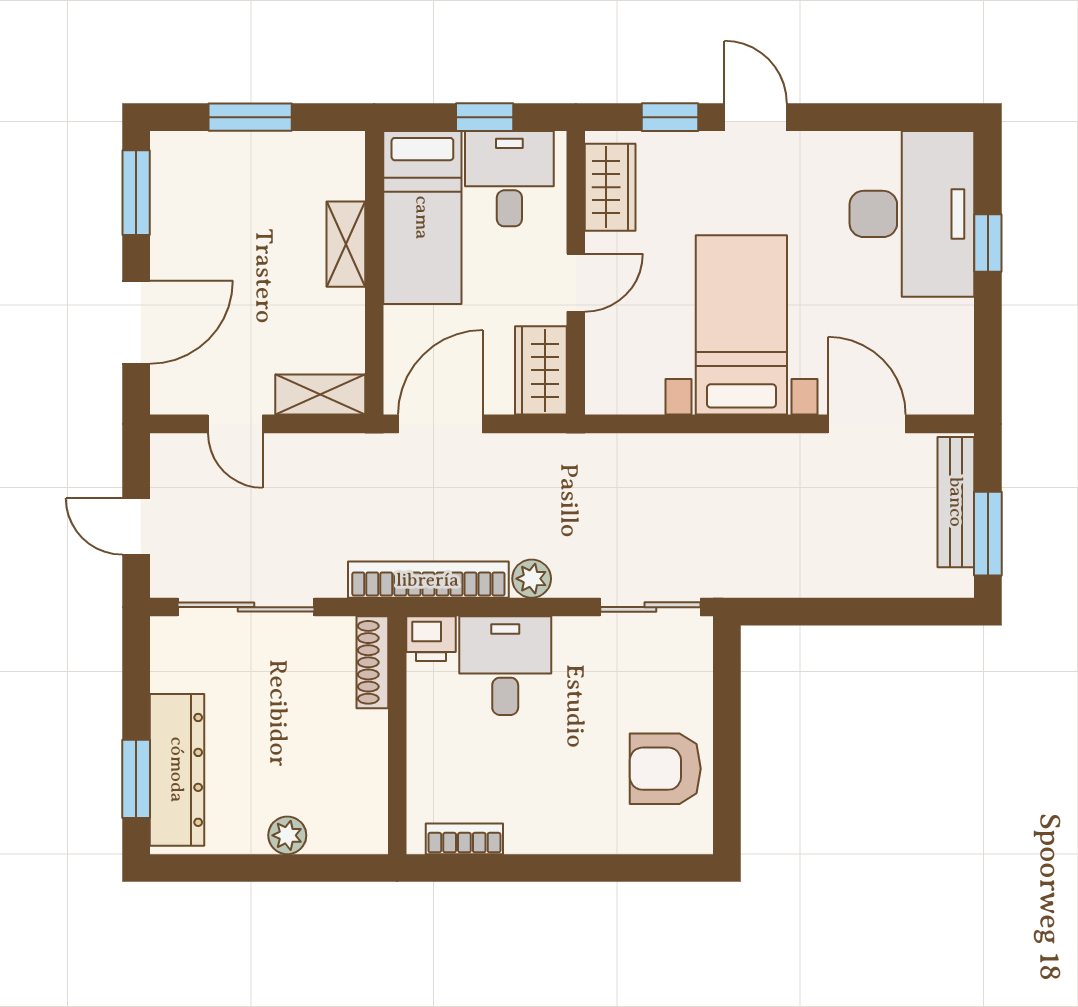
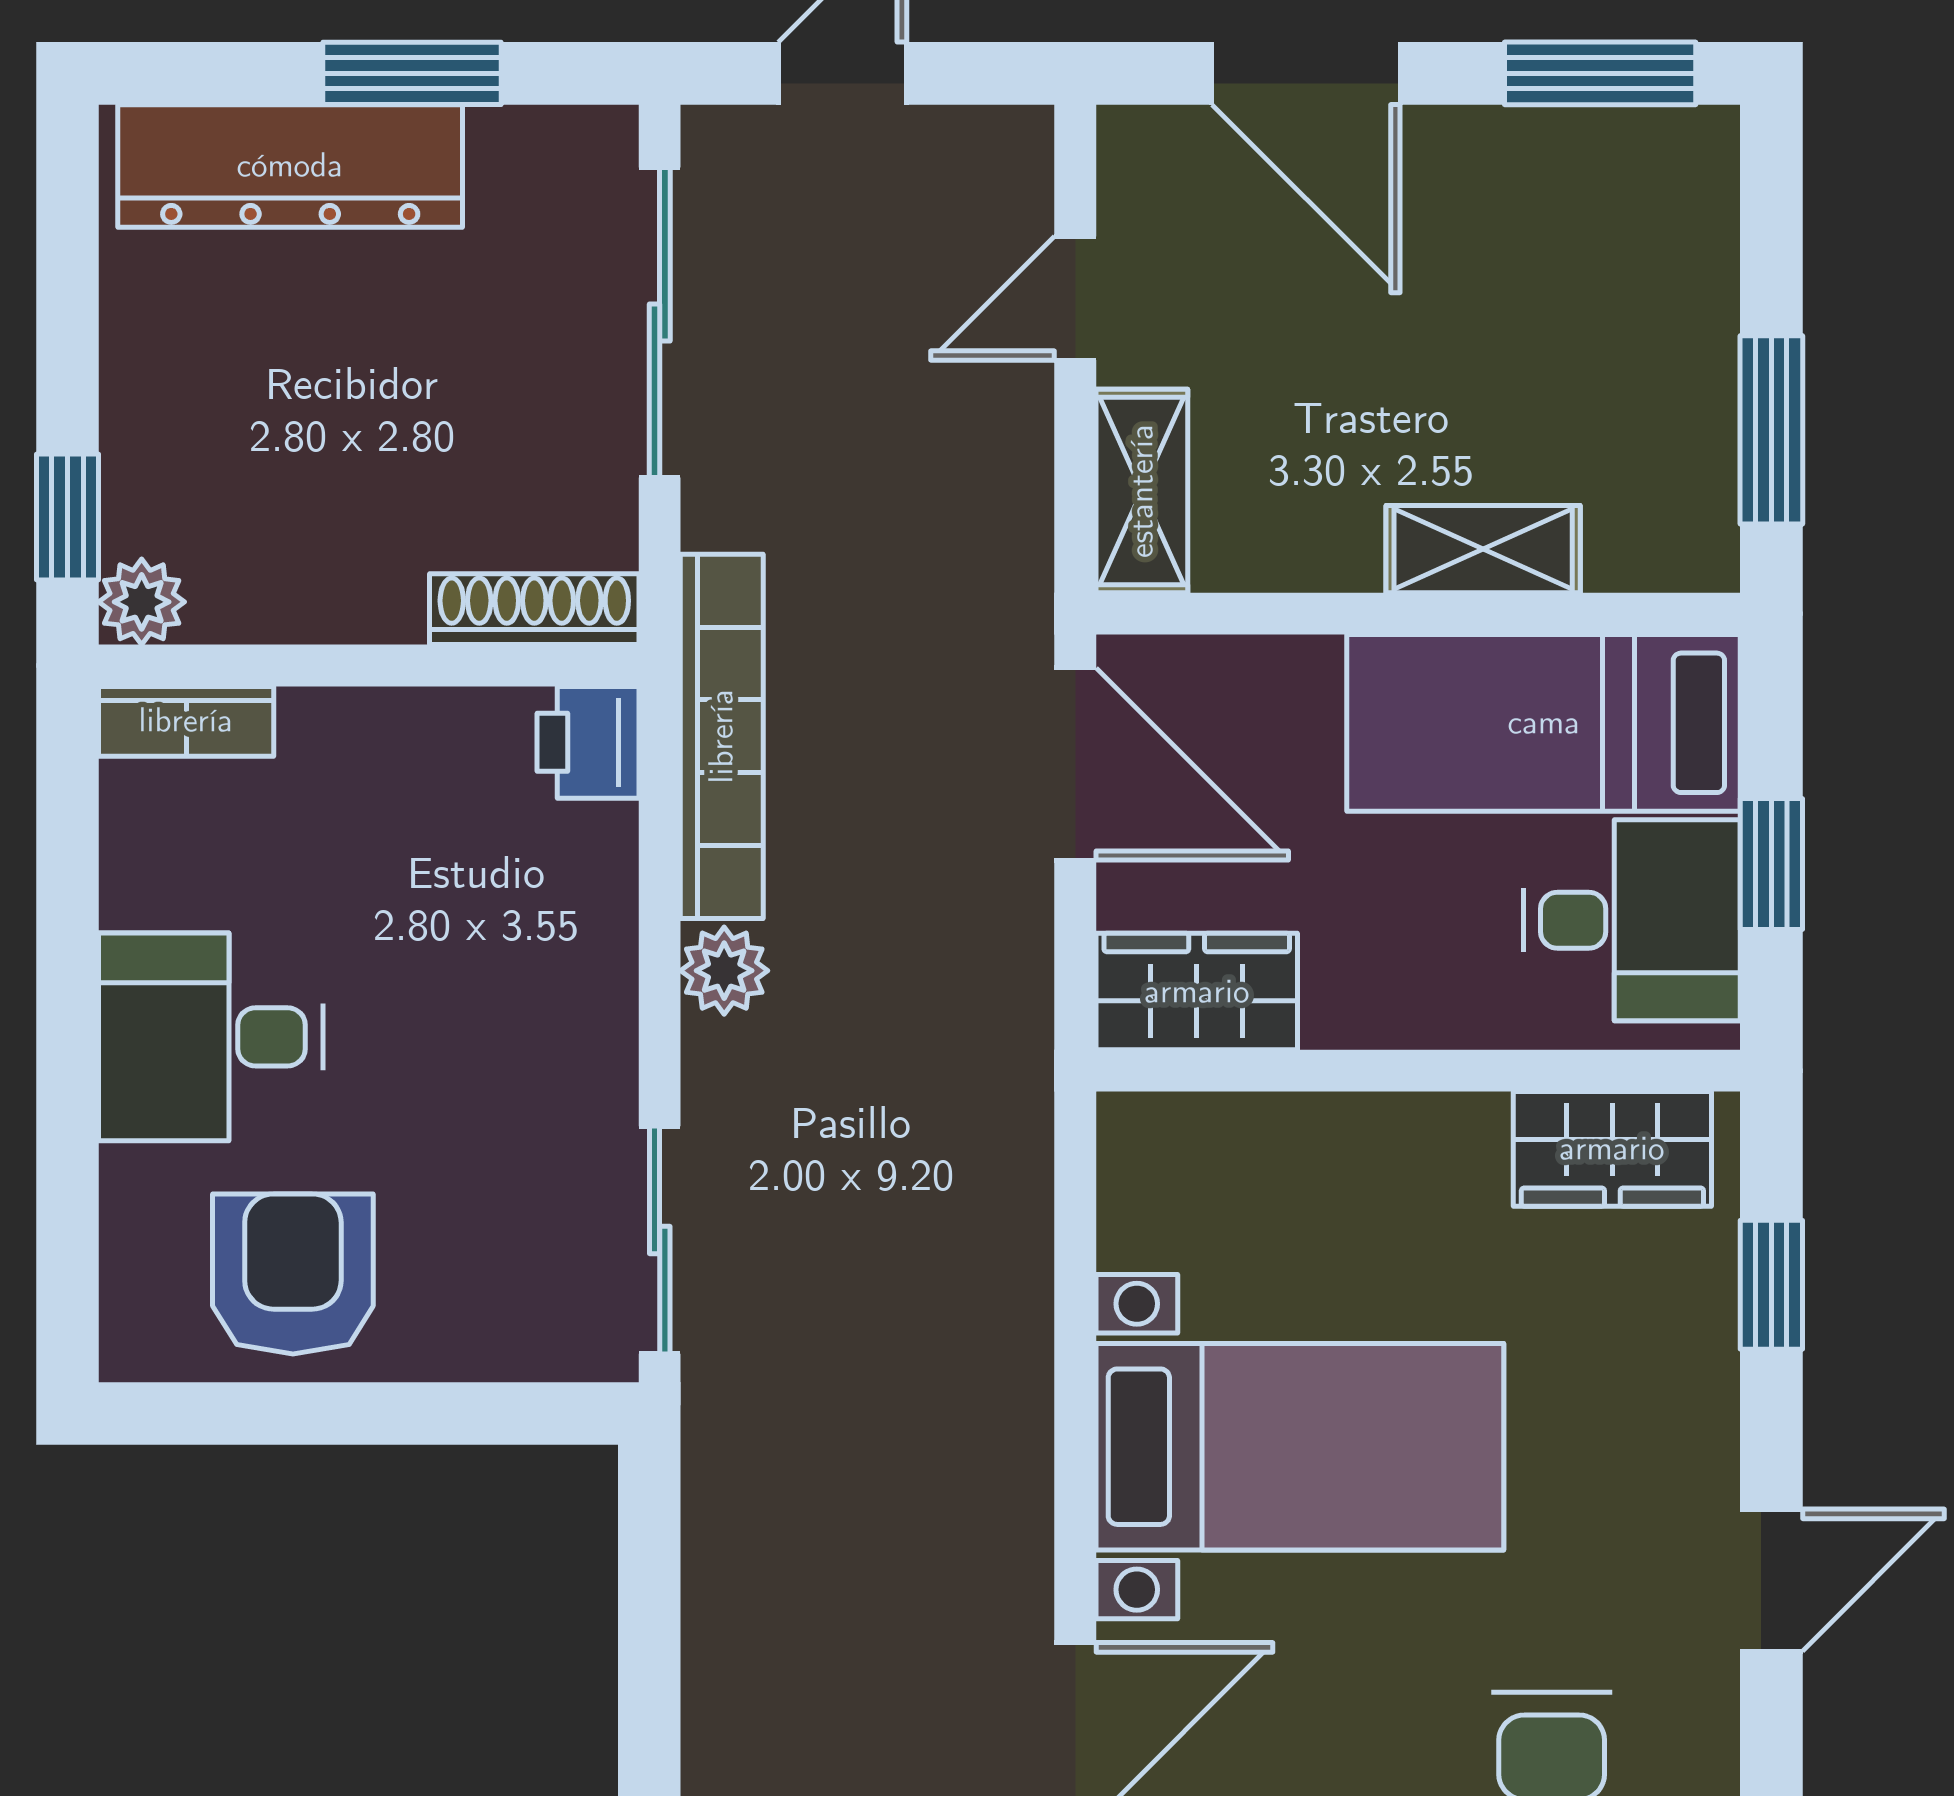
window: (250, 117) -> (1771, 430), moved
door: (756, 117) -> (1771, 1580), moved
door: (576, 283) -> (1396, 1071), removed
desk: (505, 666) -> (211, 1037), moved, turned 180
window: (136, 779) -> (412, 73), moved
plant: (287, 835) -> (142, 602), moved
bookcase: (464, 839) -> (186, 721), moved, turned 90
window: (332, 868) -> (68, 517), added

